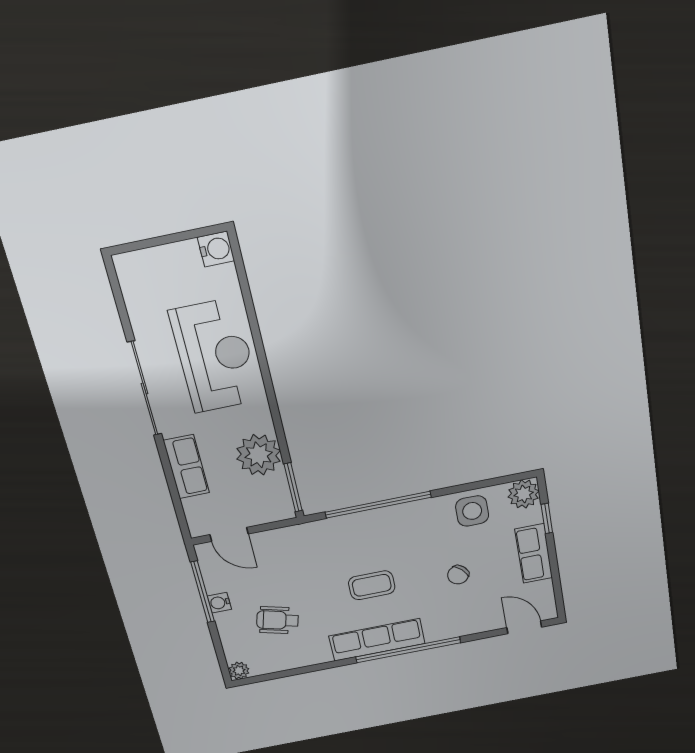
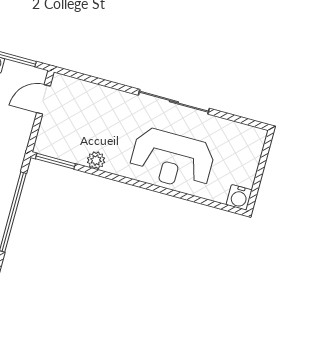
plant: (259, 455) -> (96, 160), width x0.53, depth x0.53
row of seats: (186, 467) -> (107, 98), removed

